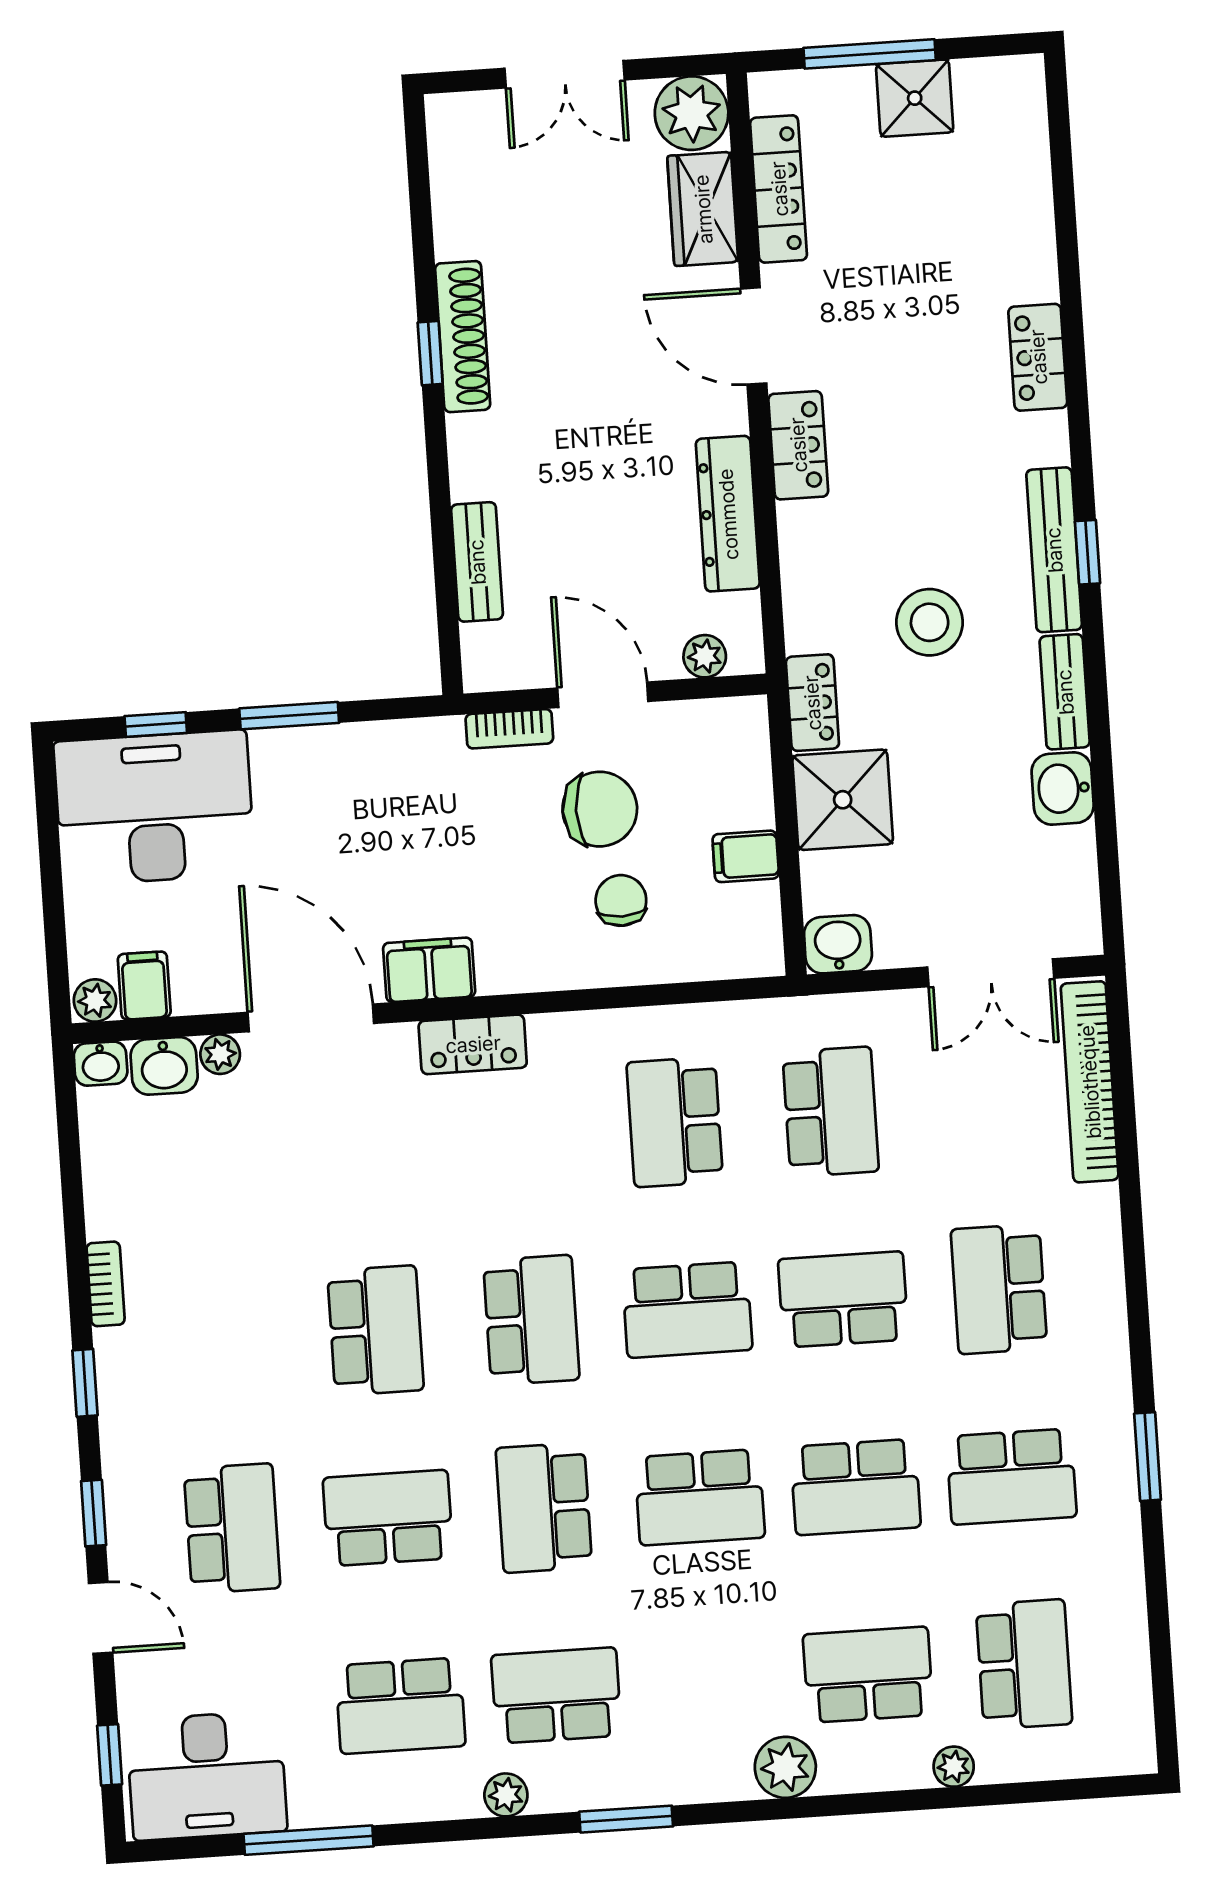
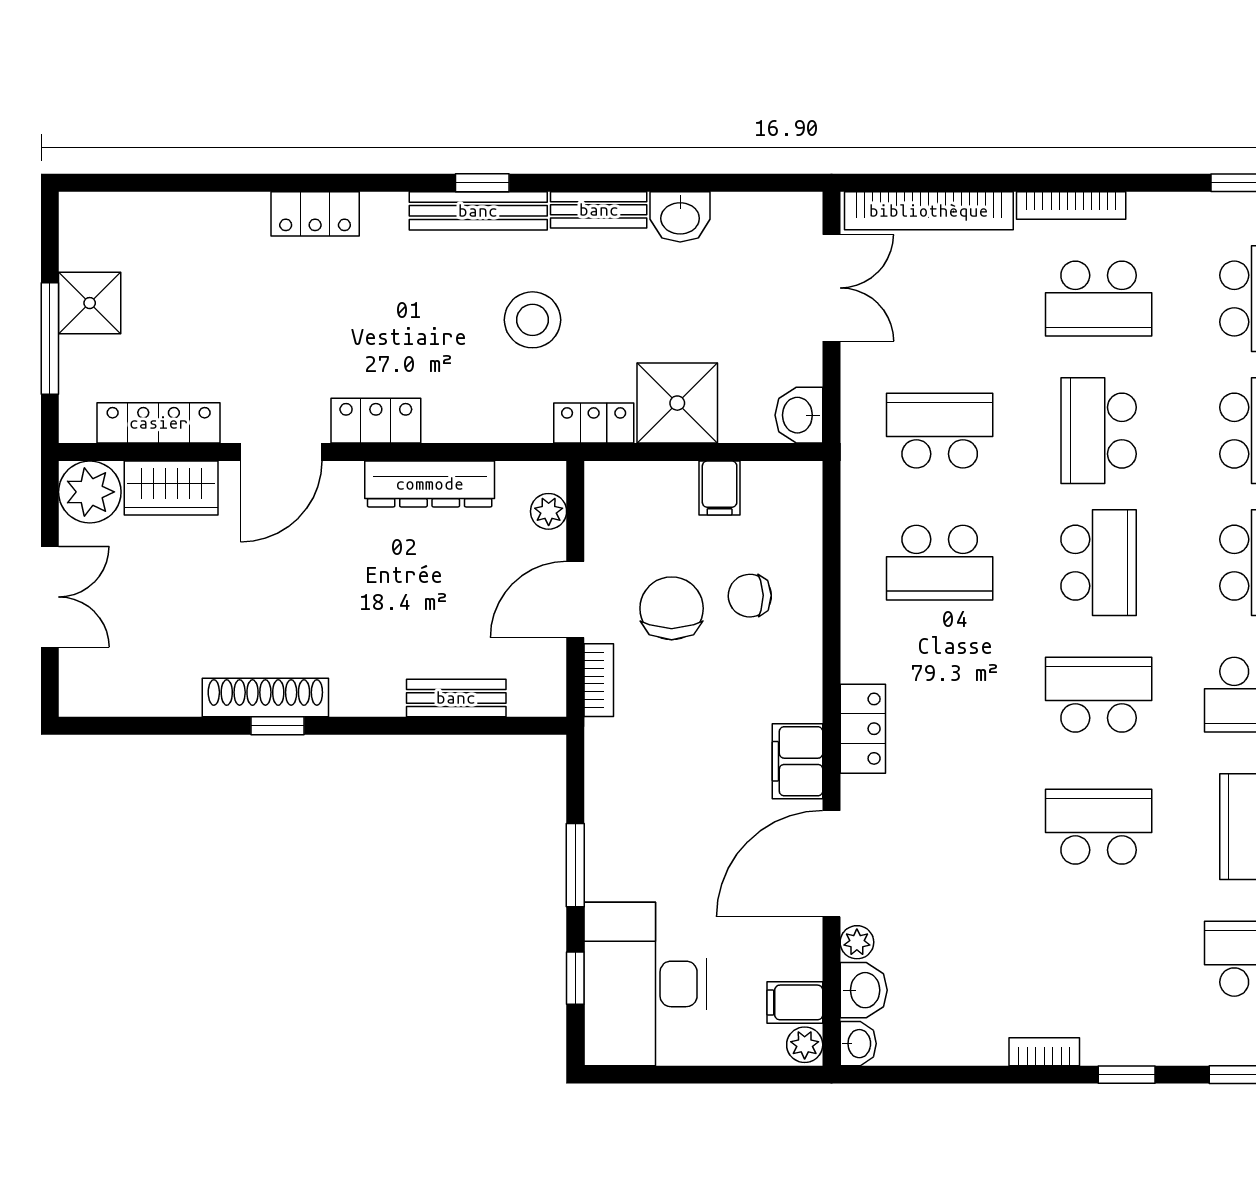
bookcase: (1107, 1249) -> (1071, 205), added

